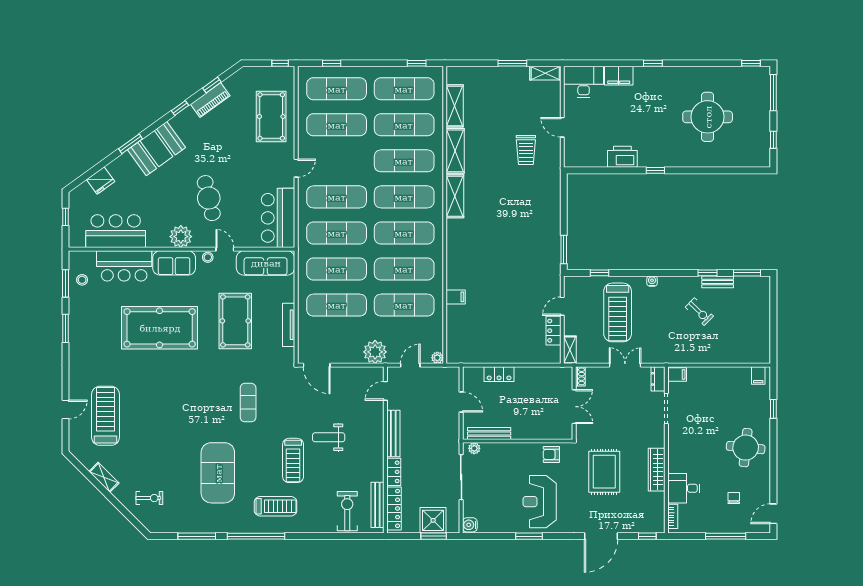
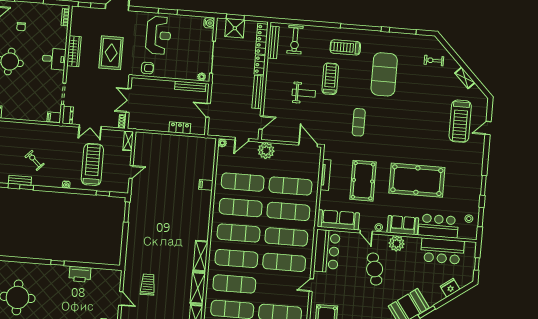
locker: (553, 331) -> (139, 155), removed
desk: (684, 488) -> (54, 59), moved

